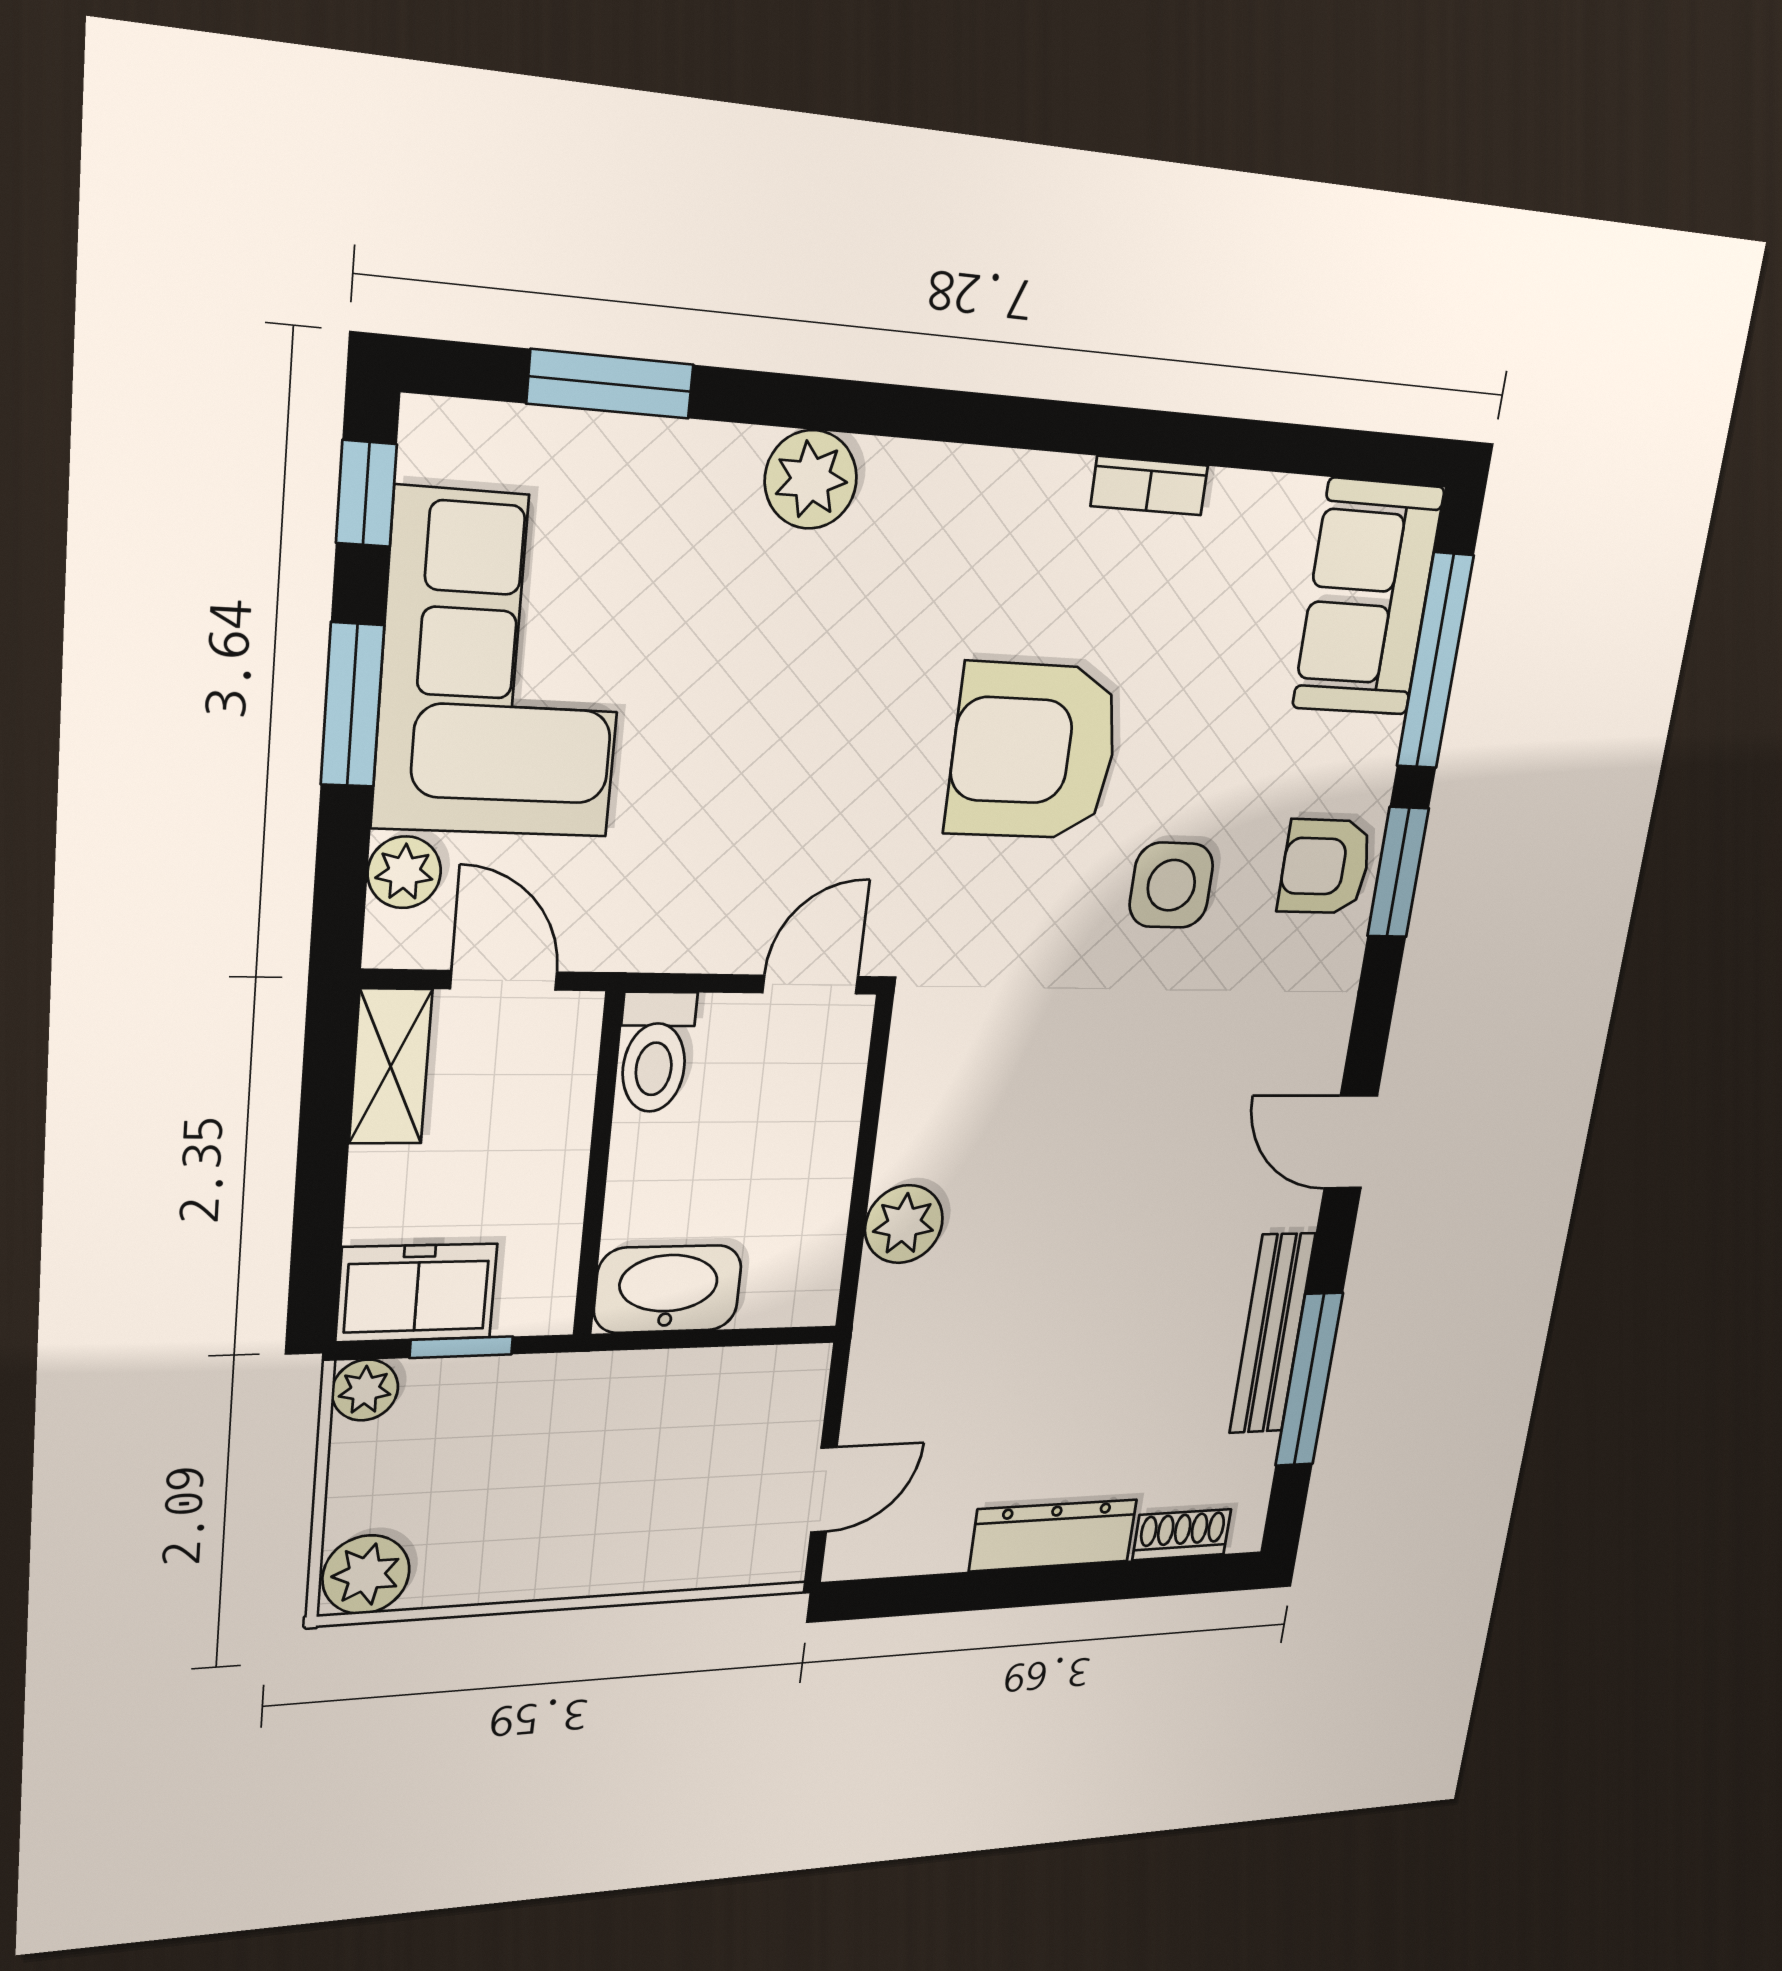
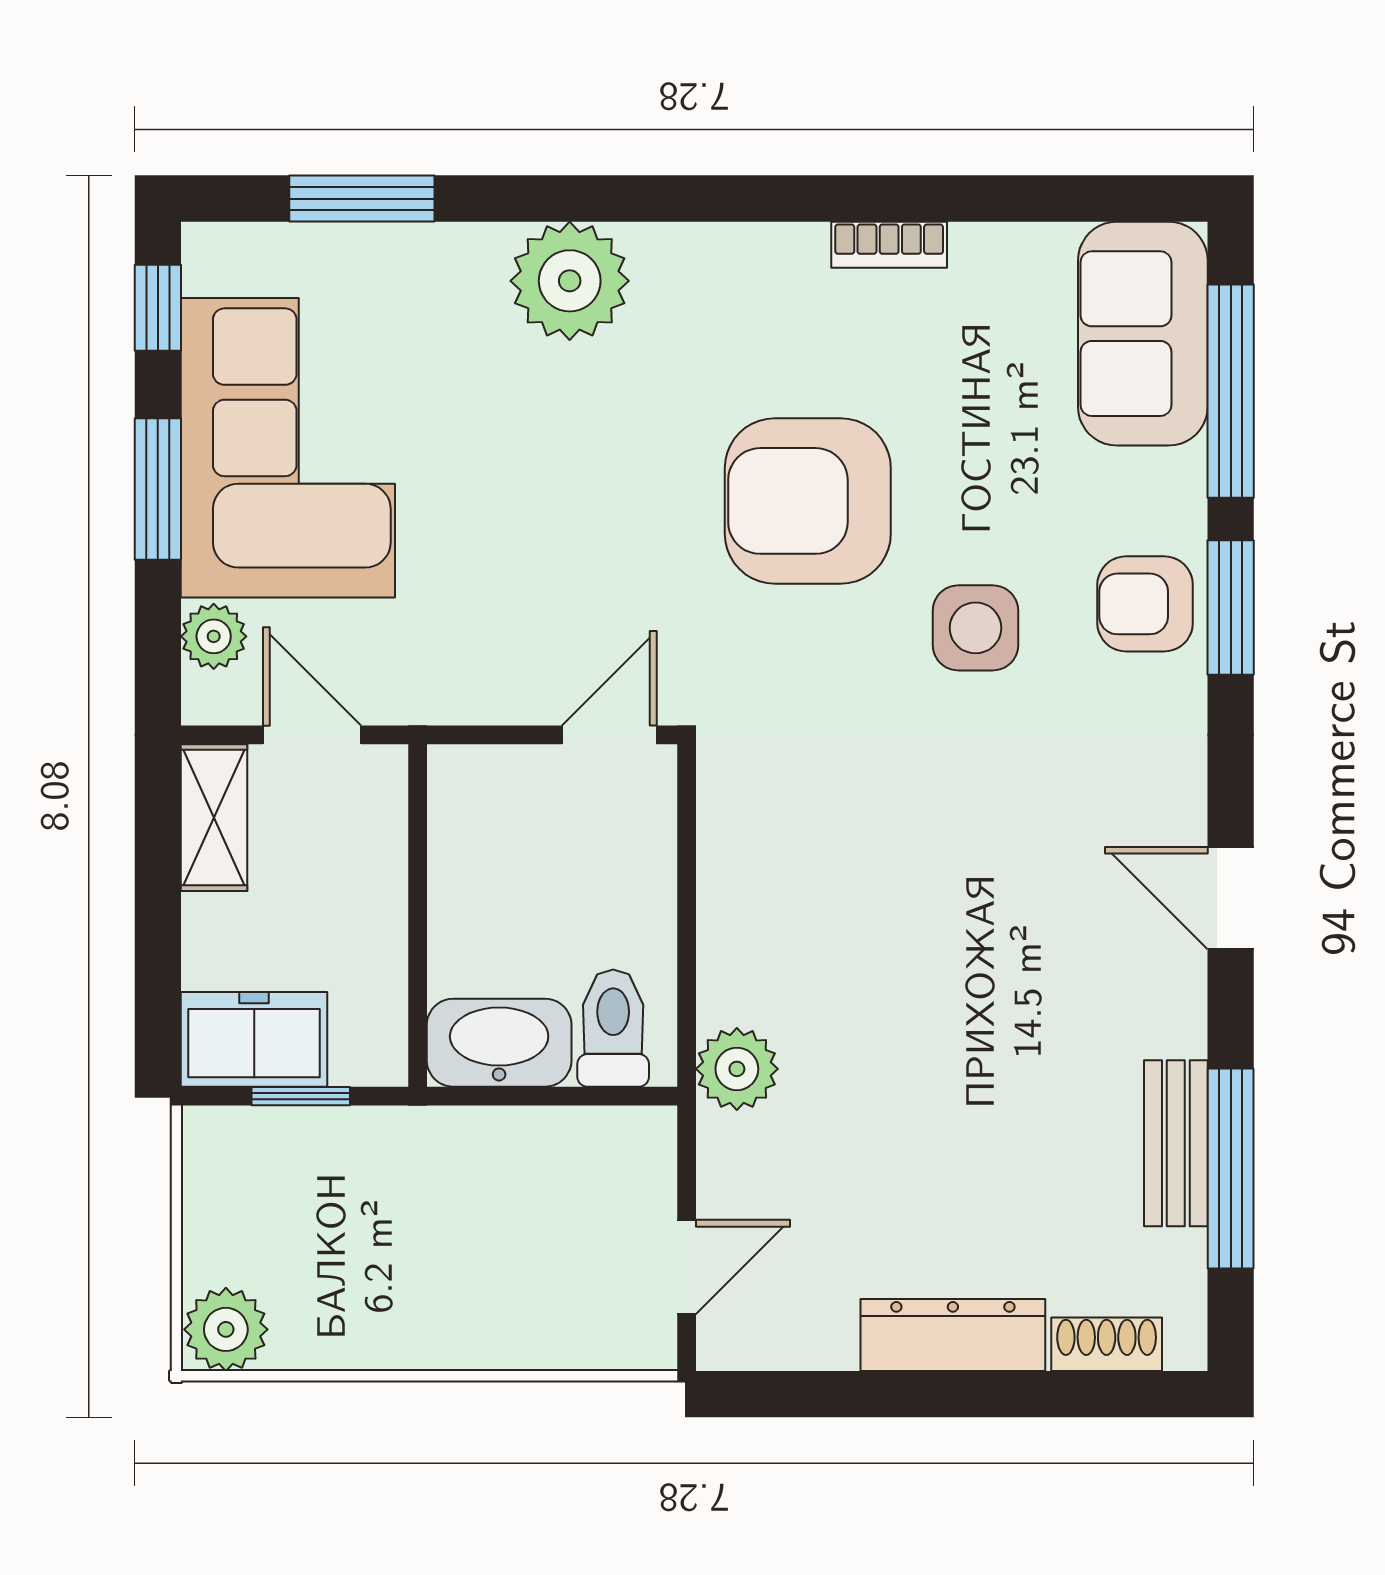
plant: (811, 479) -> (570, 281), width x1.36, depth x1.36
toilet: (655, 1052) -> (613, 1028), moved, turned 180
plant: (904, 1224) -> (737, 1069), moved
bench: (1272, 1334) -> (1176, 1143), width x0.73
plant: (365, 1390) -> (212, 1136), removed

